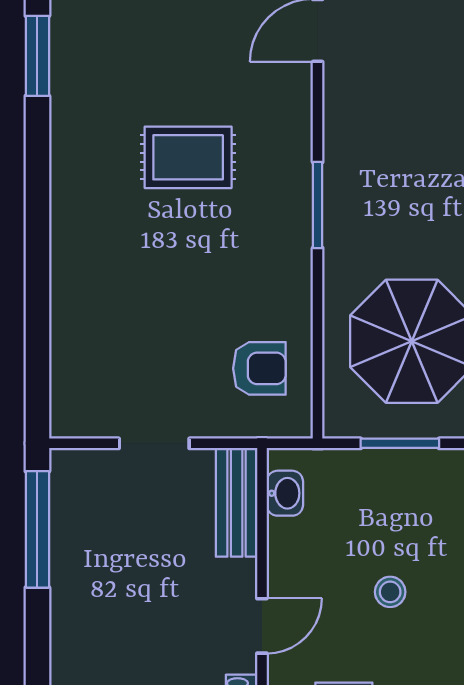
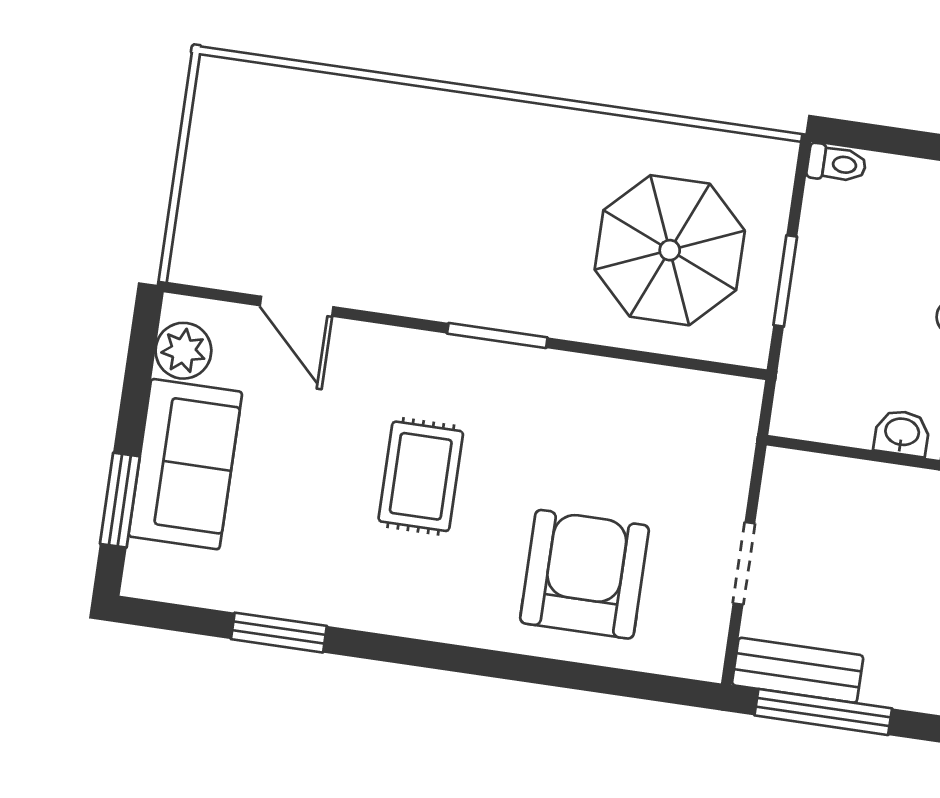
armchair: (259, 368) -> (585, 574), moved, width x1.88, depth x1.88
washbasin: (285, 493) -> (902, 433), moved
bench: (237, 502) -> (798, 670), moved

